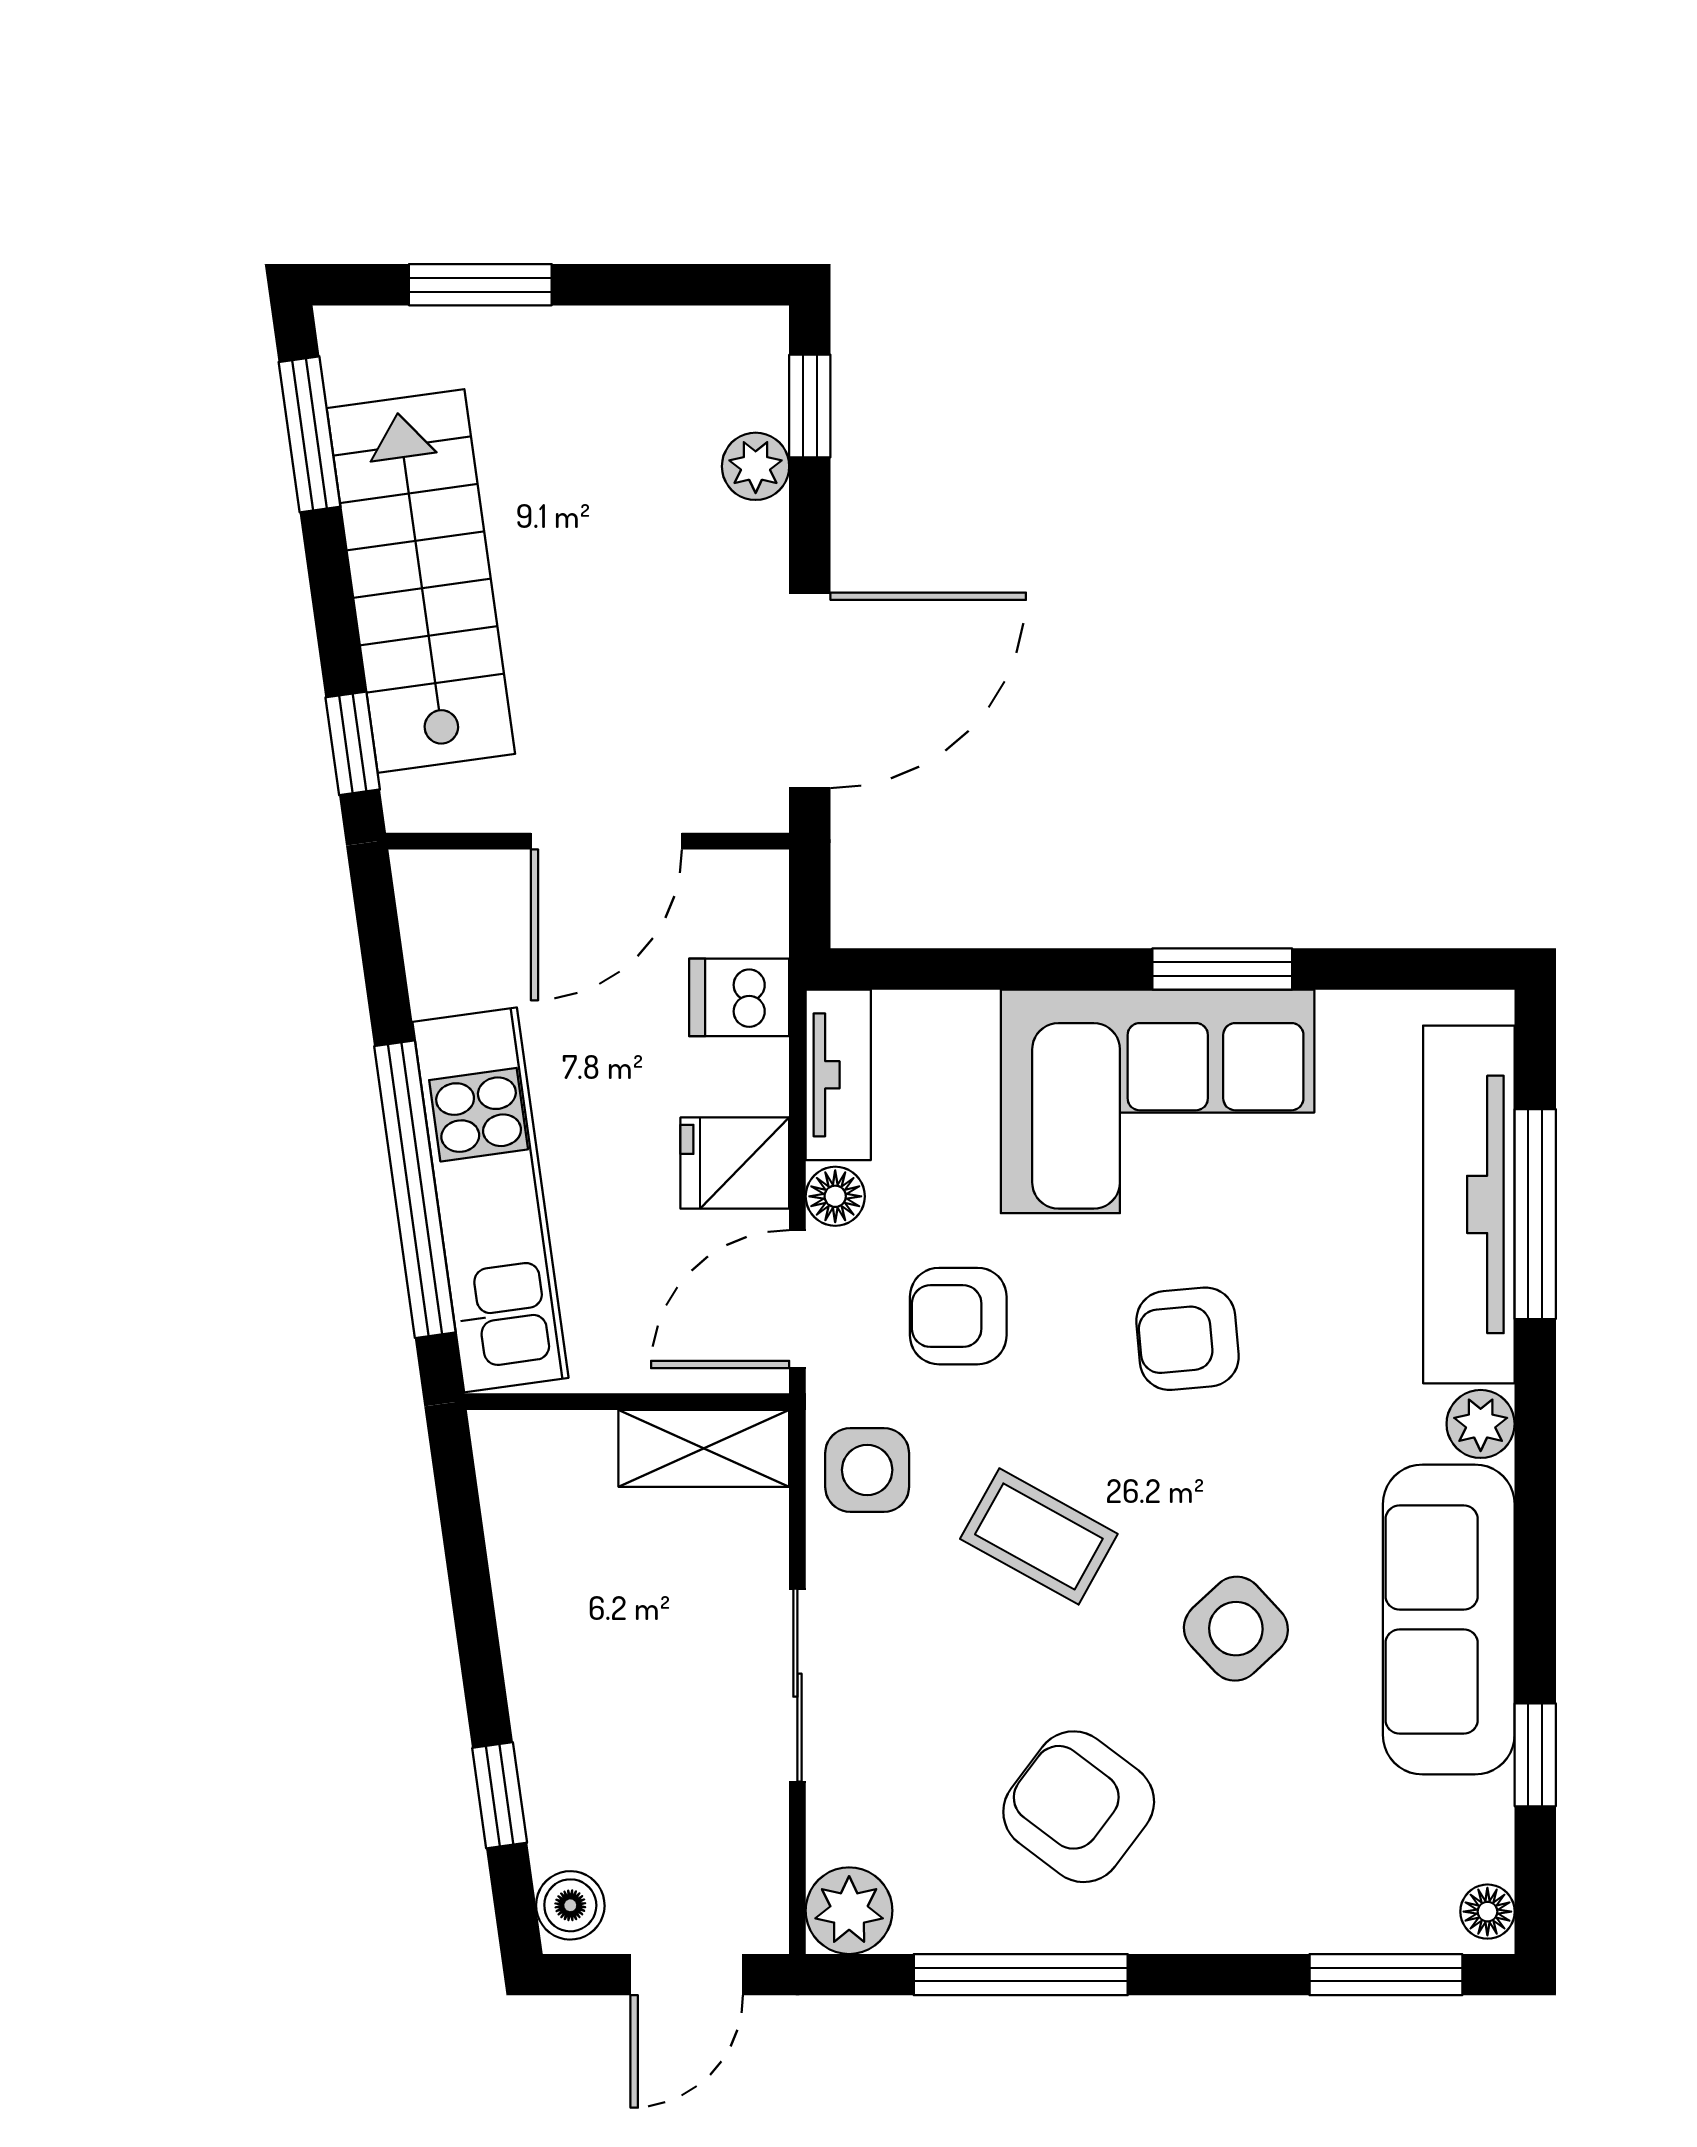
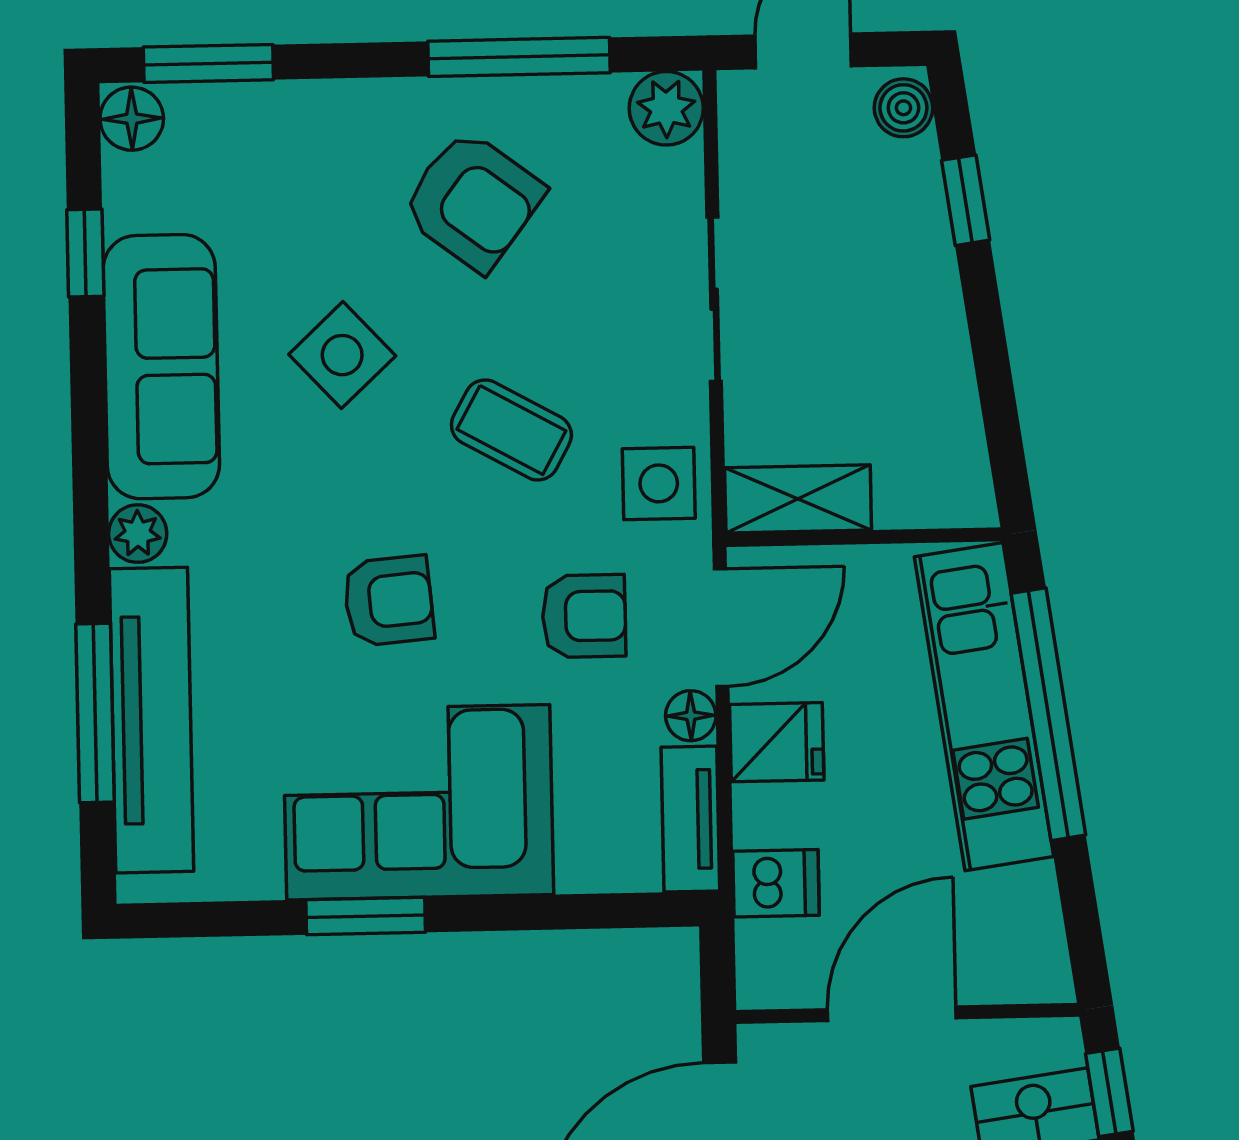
floor lamp: (1487, 1912) -> (132, 119), width x1.37, depth x1.37

